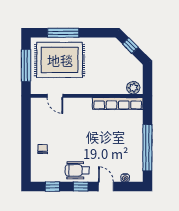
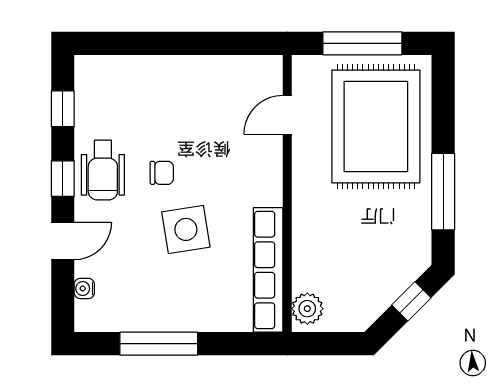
window: (63, 33) -> (443, 192), moved
side table: (101, 137) -> (186, 229), added
window: (147, 148) -> (159, 344), width x0.68
chair: (43, 149) -> (162, 173), moved
wheelchair: (77, 170) -> (103, 170), turned 180

